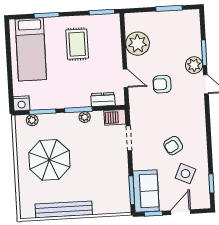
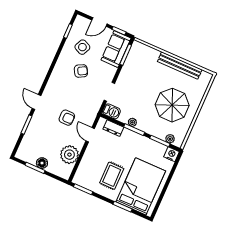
floor lamp: (164, 18) -> (42, 163), added
bed: (31, 49) -> (141, 186), width x1.50
plant: (194, 65) -> (38, 120), removed

